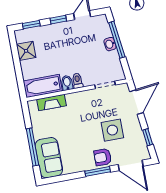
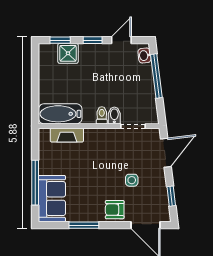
washbasin: (110, 44) -> (144, 56), moved
shower: (26, 51) -> (68, 53), moved
bidet: (67, 83) -> (114, 115), moved
side table: (112, 130) -> (132, 180), width x0.54, depth x0.54
window: (98, 171) -> (84, 225), moved

